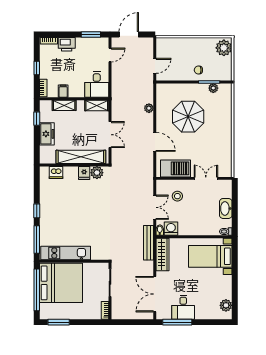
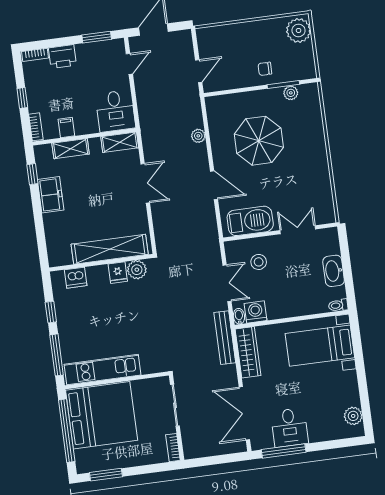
shelving: (81, 157) -> (110, 249), moved
wall: (74, 165) -> (101, 263), moved
dishwasher: (56, 172) -> (76, 278), moved
fridge: (84, 173) -> (118, 273), moved
plant: (97, 173) -> (137, 270), moved

